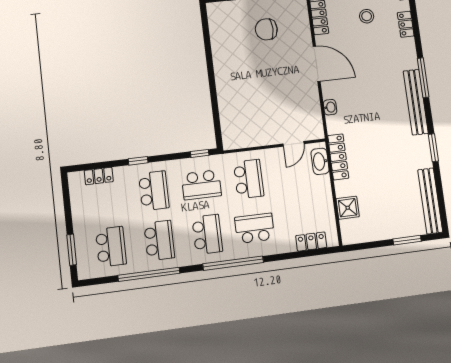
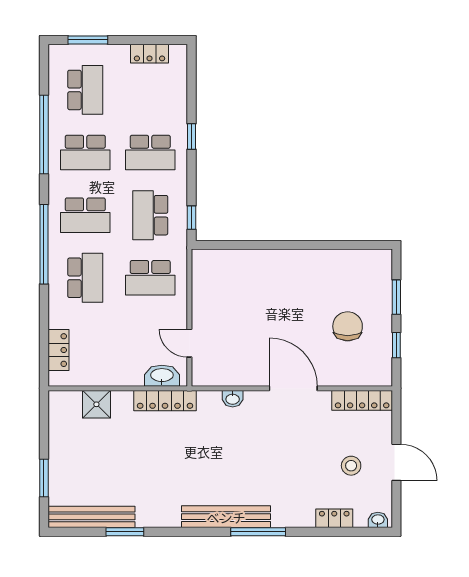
door: (317, 64) -> (293, 388), swing flipped
window: (433, 148) -> (125, 532), moved
locker: (99, 176) -> (150, 54), moved, turned -90
school desk: (111, 247) -> (85, 90), turned -90

